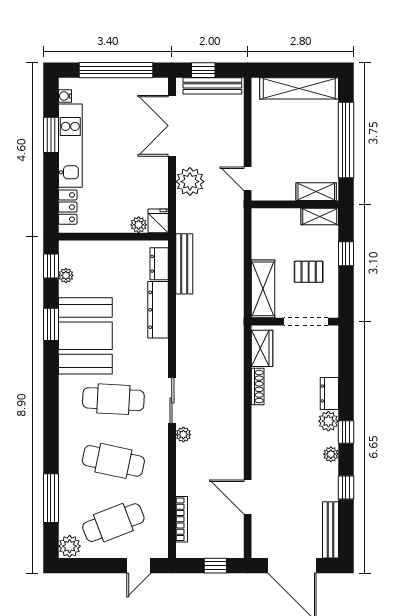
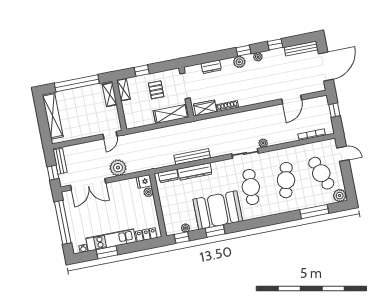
bench: (212, 86) -> (60, 161), width x0.73
bench: (184, 264) -> (192, 157), moved
dresser: (329, 394) -> (211, 67), moved

